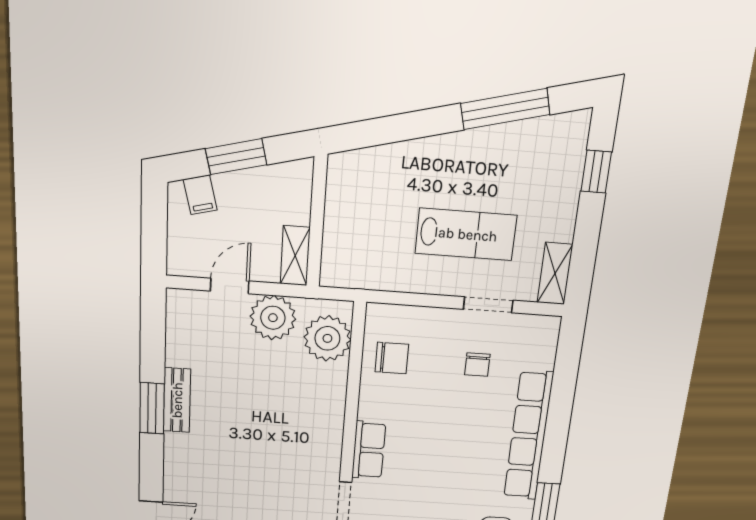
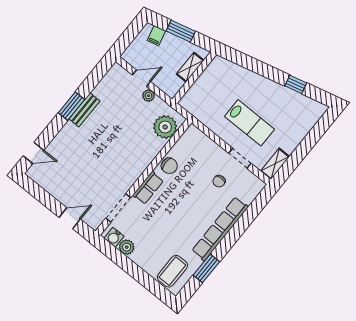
window: (505, 109) -> (296, 84), width x0.46
window: (596, 172) -> (316, 133), removed
shelving: (295, 256) -> (190, 67), moved
plant: (273, 318) -> (148, 96), width x0.53, depth x0.53
chair: (392, 358) -> (169, 166), moved

